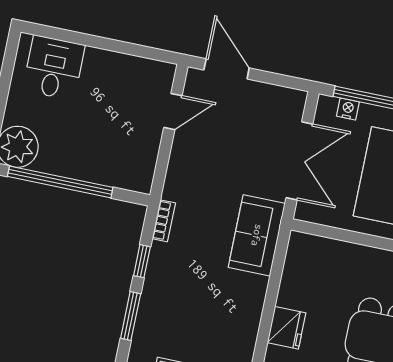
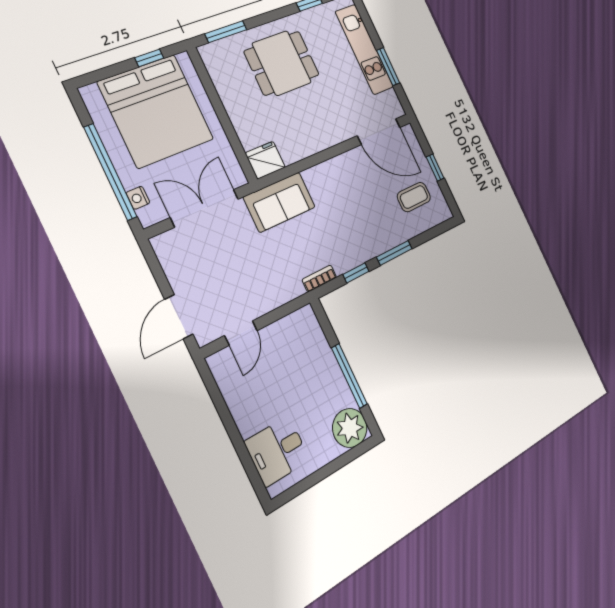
door: (173, 112) -> (241, 333), swing flipped
window: (60, 182) -> (349, 376), width x0.68
fridge: (287, 328) -> (265, 160), moved

